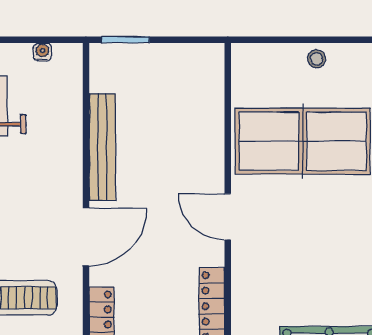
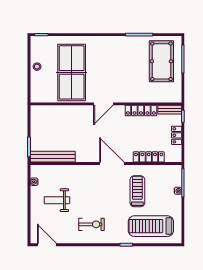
bench: (102, 147) -> (53, 157), moved

